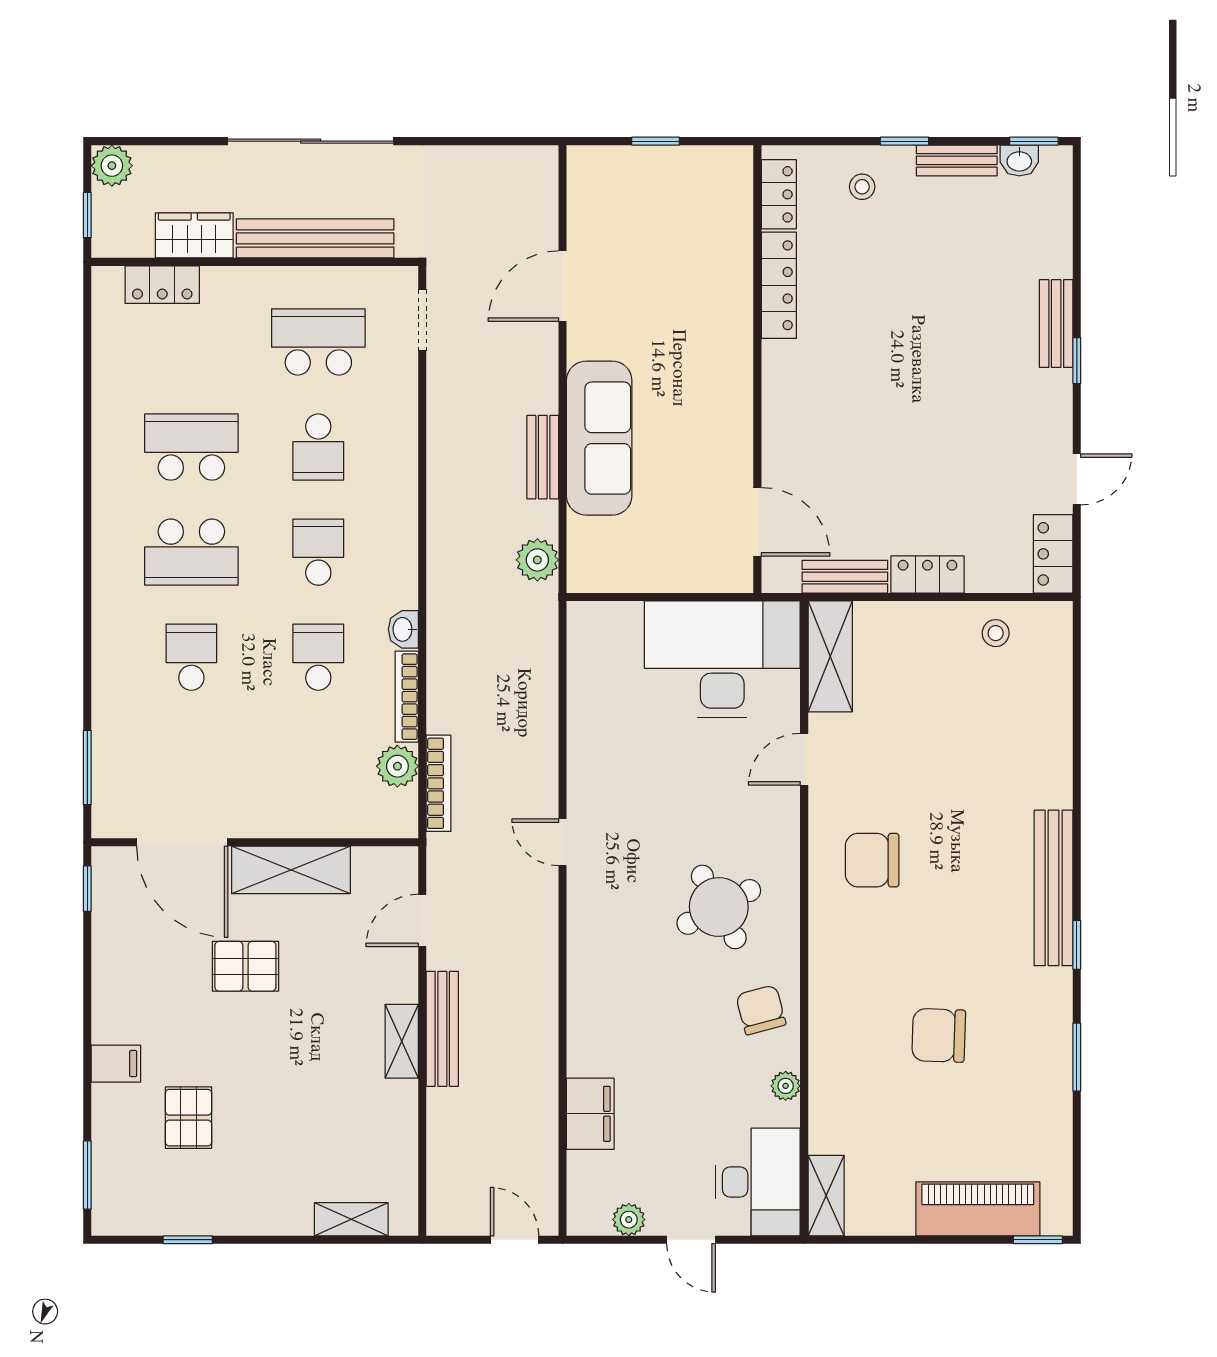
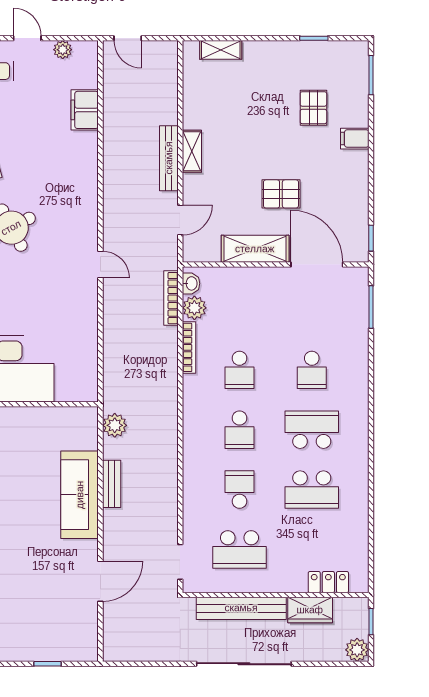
washbasin: (403, 629) -> (191, 283), moved

